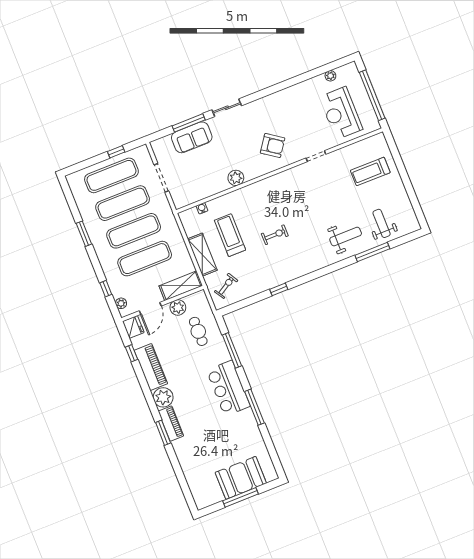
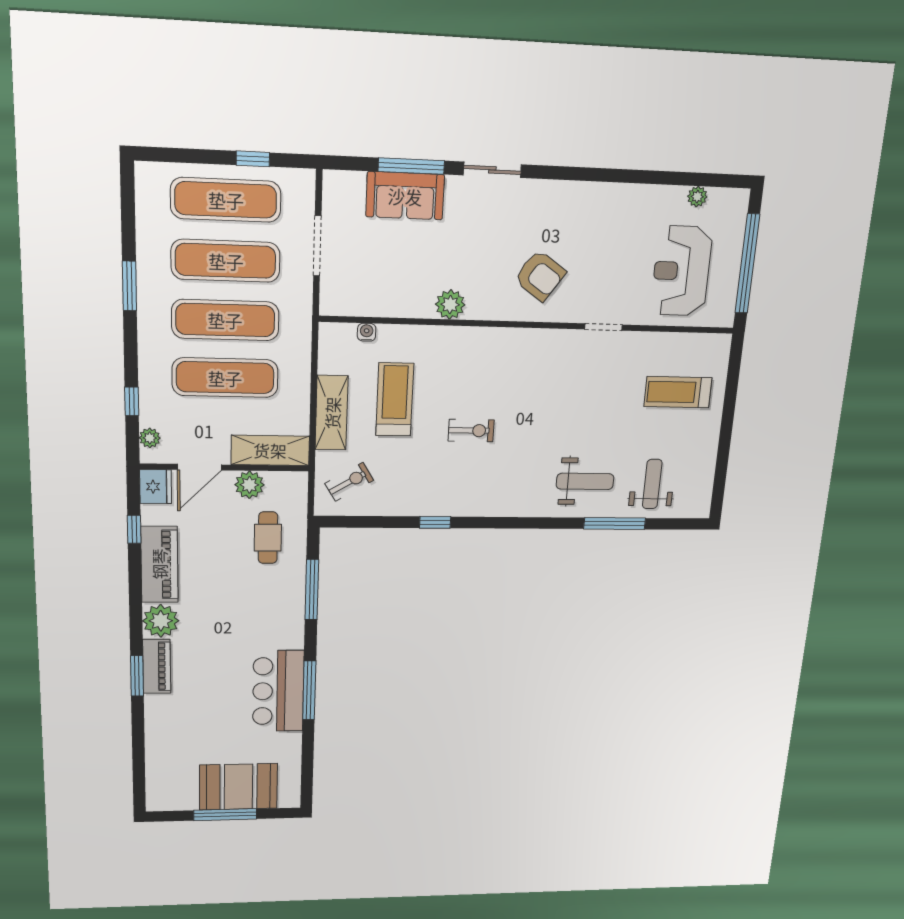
bar counter: (228, 388) -> (278, 691), moved

